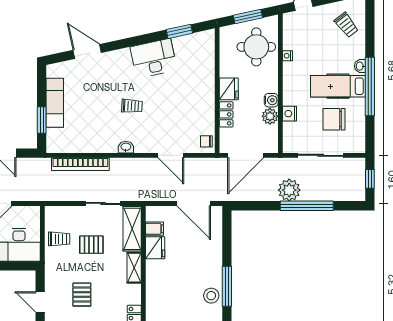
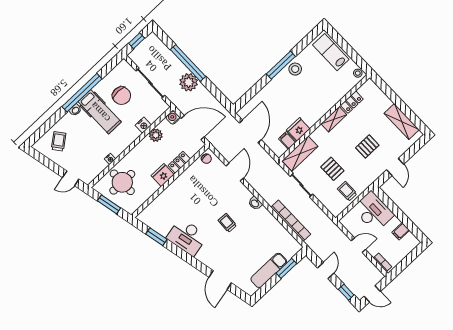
water cooler: (271, 100) -> (173, 118), moved
shelving: (134, 268) -> (334, 119), moved

